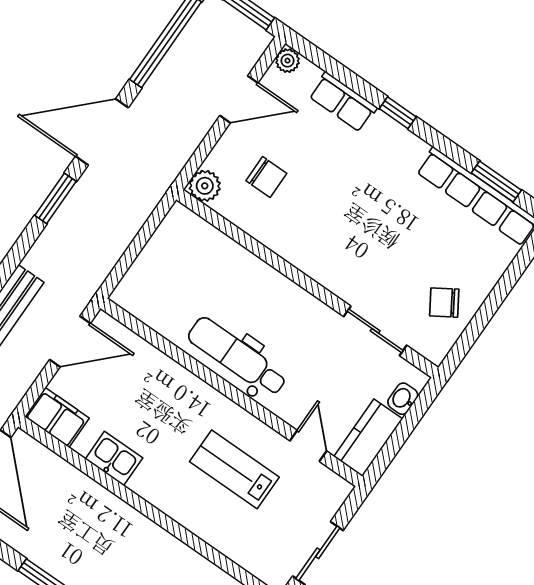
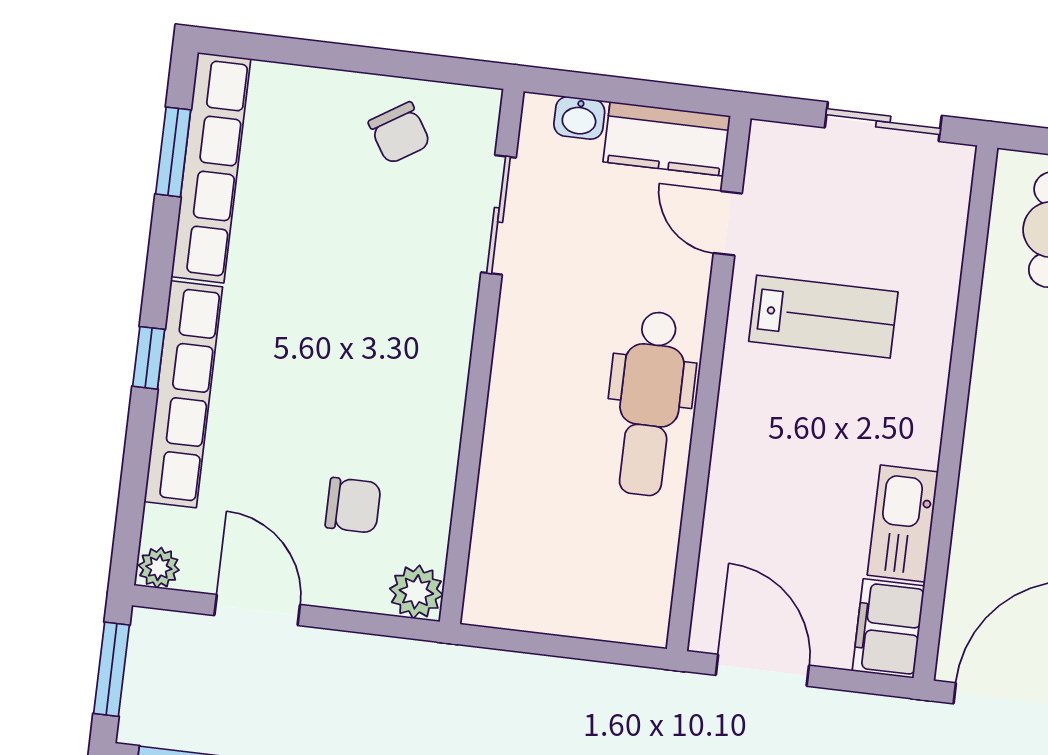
row of seats: (343, 102) -> (183, 394), width x2.02
chair: (266, 177) -> (353, 505), turned 90
door: (308, 446) -> (728, 223), hinge flipped
kitchen sink: (114, 458) -> (903, 524), width x1.38
lab bench: (234, 469) -> (823, 317), turned -90

